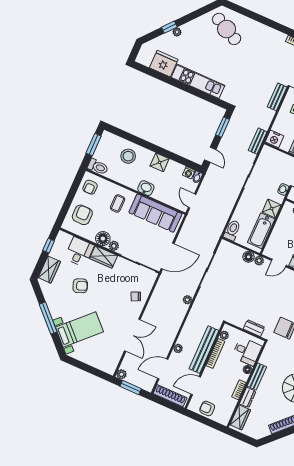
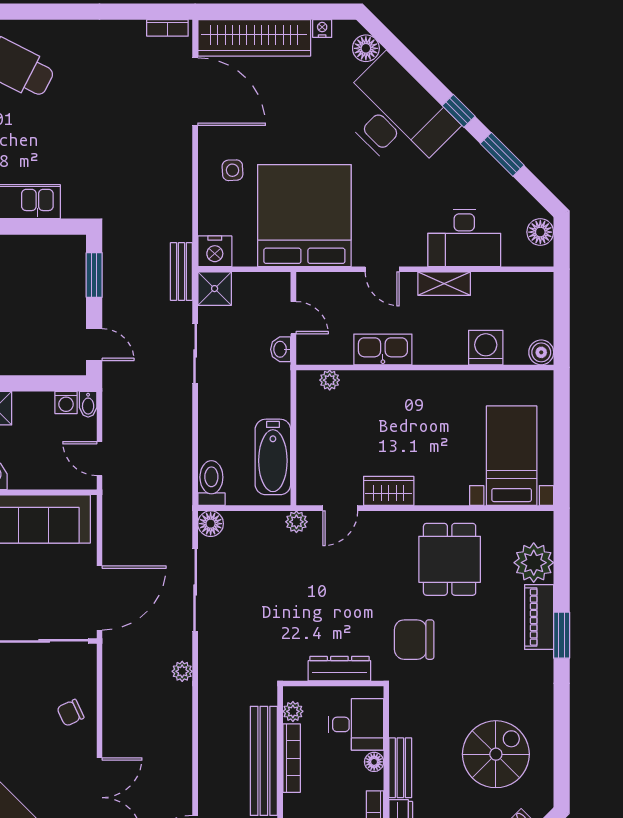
bench: (277, 97) -> (181, 160), removed
shower: (272, 208) -> (215, 289), moved
floor lamp: (249, 257) -> (211, 524), moved
dresser: (254, 328) -> (339, 669), width x1.44
plant: (178, 348) -> (208, 783), removed

